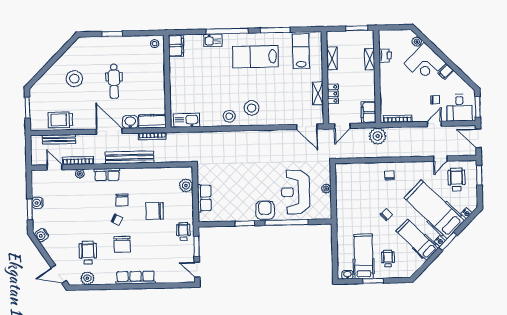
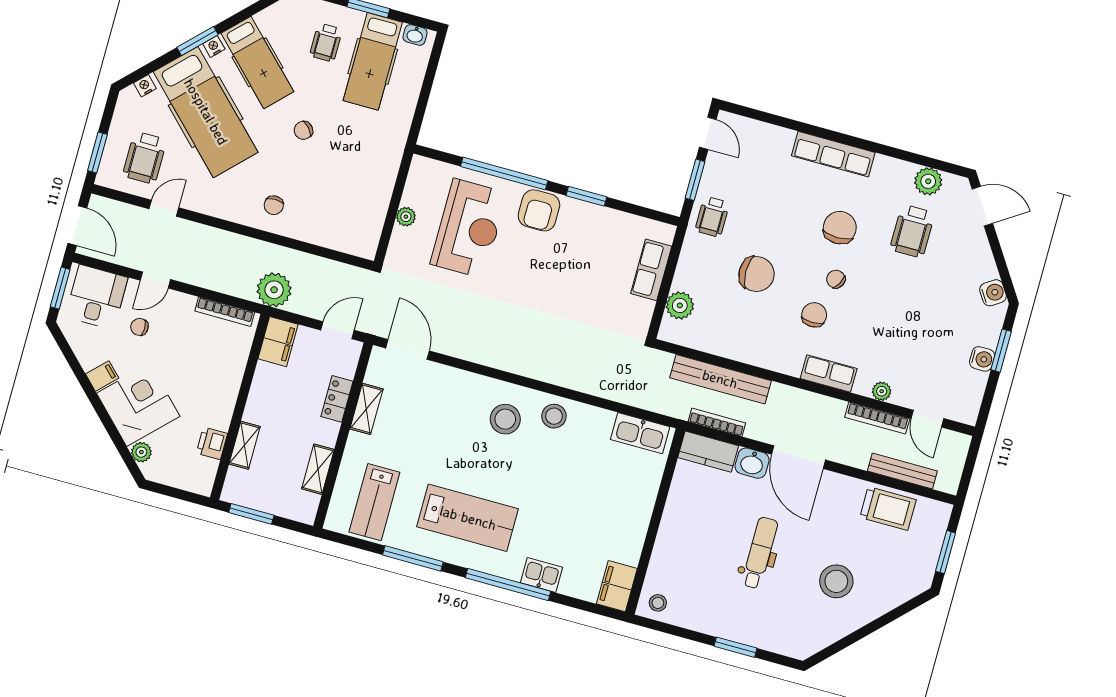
bench: (130, 157) -> (720, 379), moved

